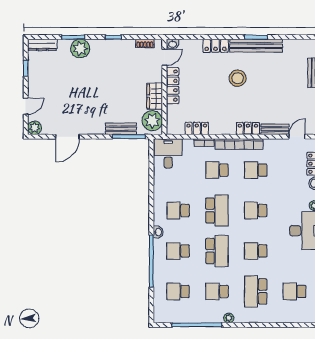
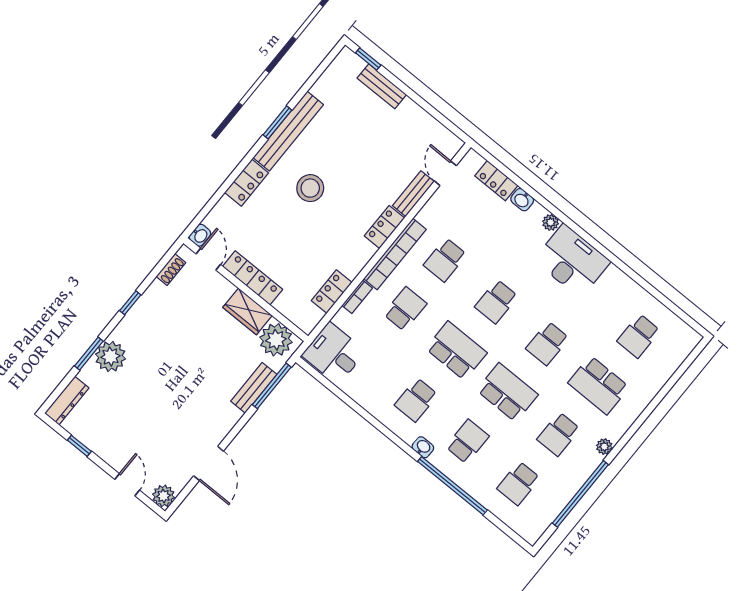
school desk: (217, 170) -> (405, 309), turned 180
school desk: (178, 251) -> (467, 442), turned 180

